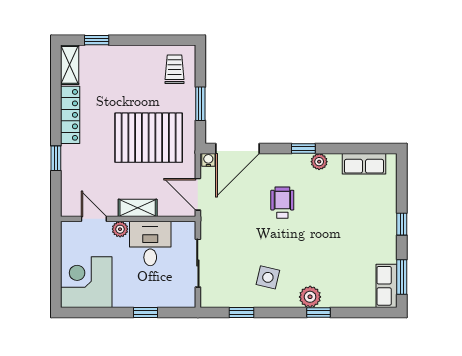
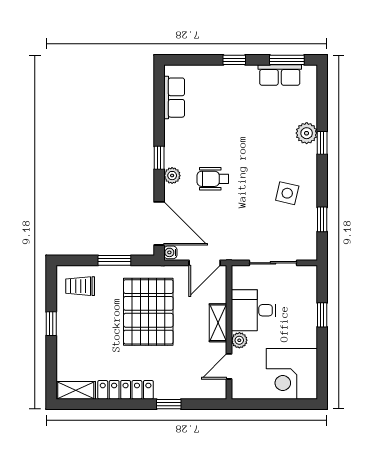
window: (97, 40) -> (51, 324), moved
plant: (319, 162) -> (172, 176), moved
row of seats: (387, 286) -> (280, 75), moved
plant: (310, 297) -> (307, 133), moved

